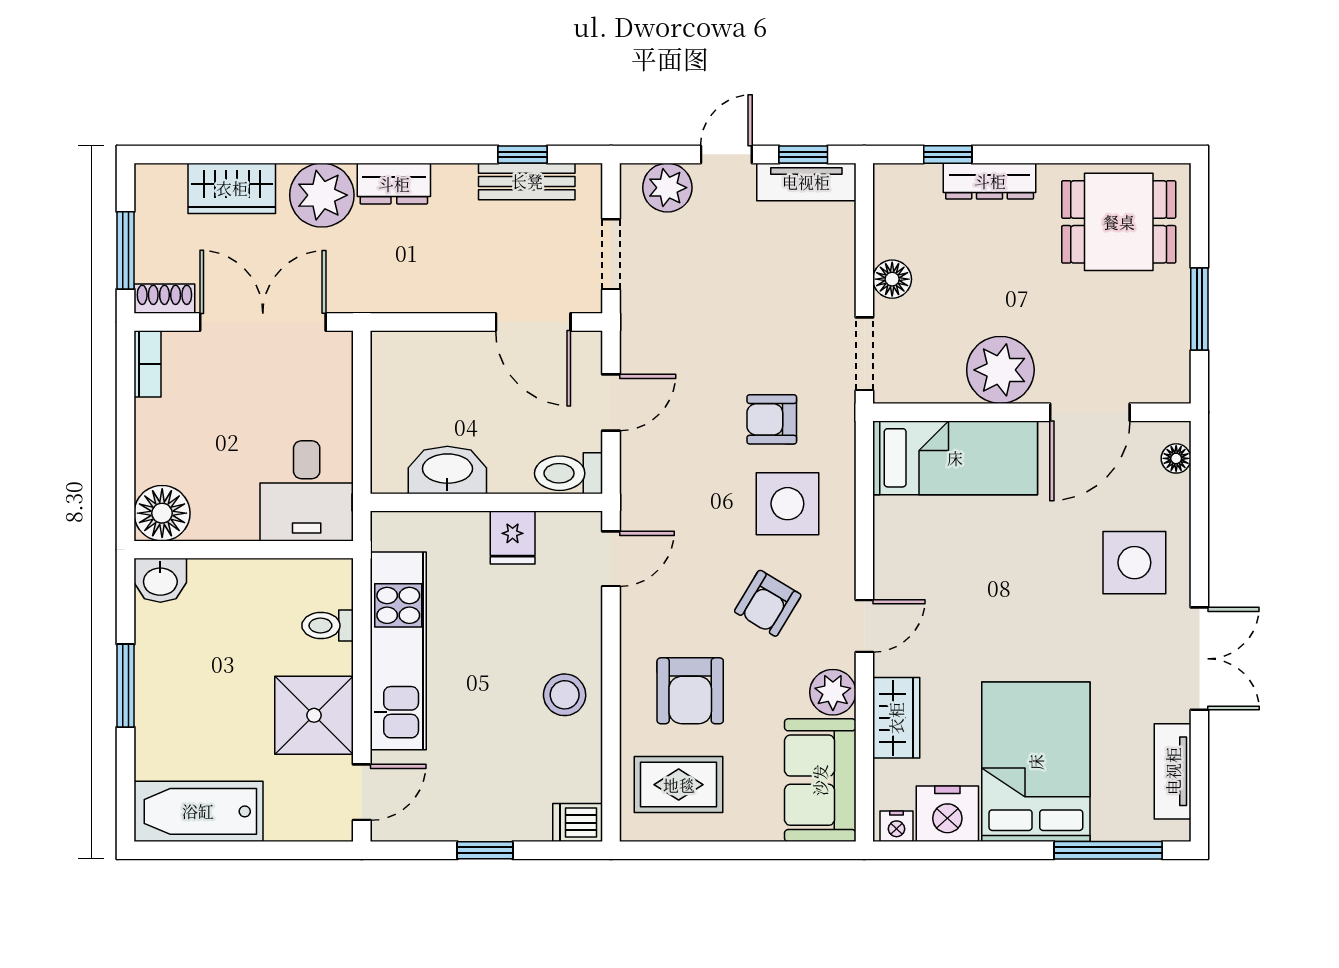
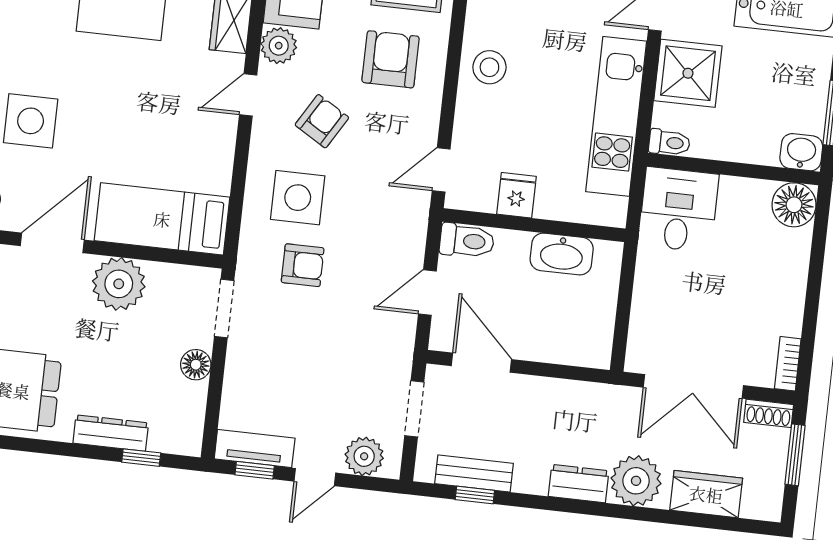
desk: (307, 491) -> (678, 210), moved
floor lamp: (162, 513) -> (794, 205), moved
wall: (244, 550) -> (733, 169), moved
washbasin: (160, 580) -> (801, 152), moved

